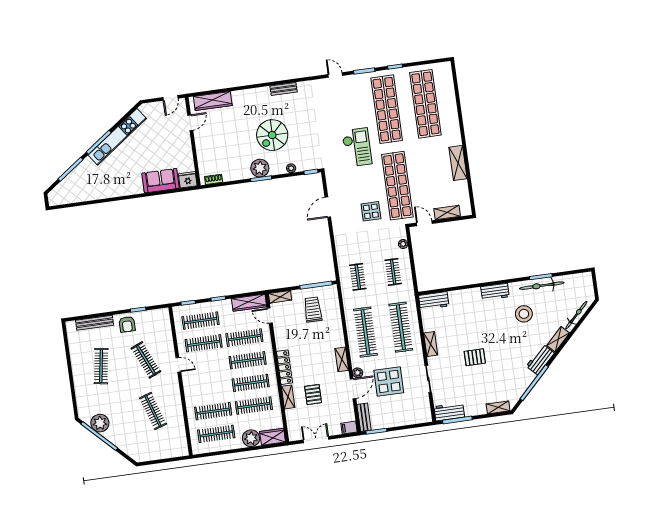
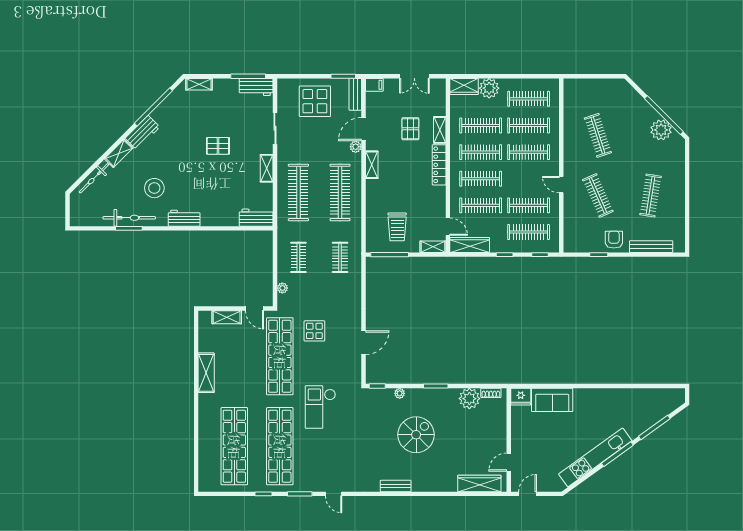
plant: (260, 168) -> (469, 399), moved
display table: (389, 381) -> (315, 101), moved
clothes rail: (210, 389) -> (529, 152), added

